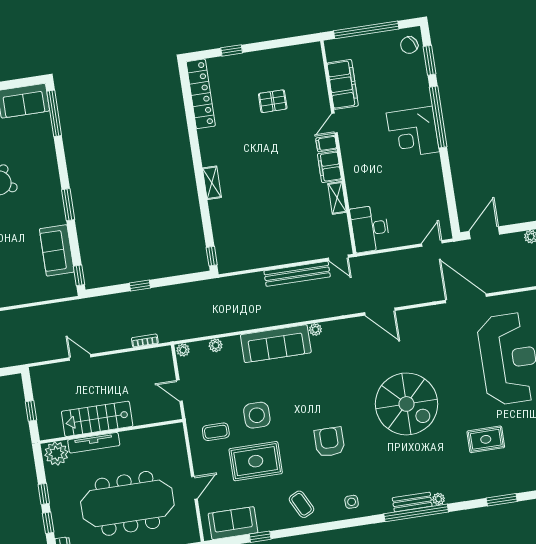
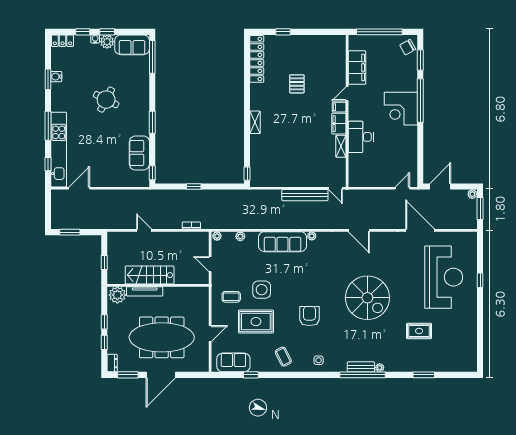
pallet: (273, 101) -> (297, 84), moved, turned 90
desk: (370, 229) -> (361, 137), moved

